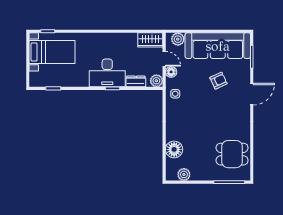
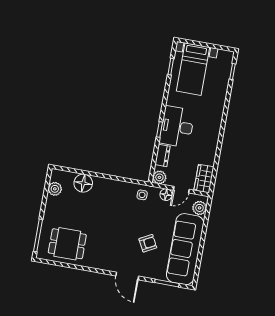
bed with nightstands: (52, 52) -> (193, 69), moved
armchair: (218, 81) -> (148, 243), turned -93
dining table: (232, 154) -> (67, 244), turned 90

